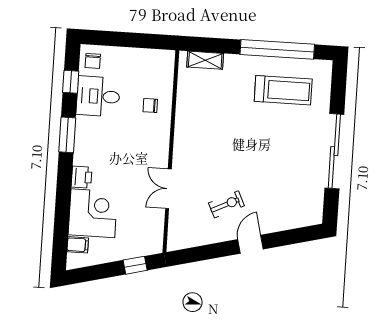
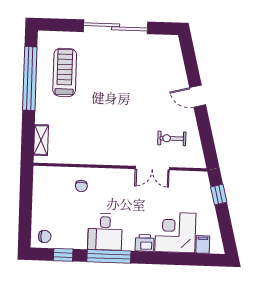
desk: (98, 96) -> (105, 232), moved
window: (67, 135) -> (109, 256), width x1.44
exercise bike: (226, 204) -> (172, 138), moved, turned -64

